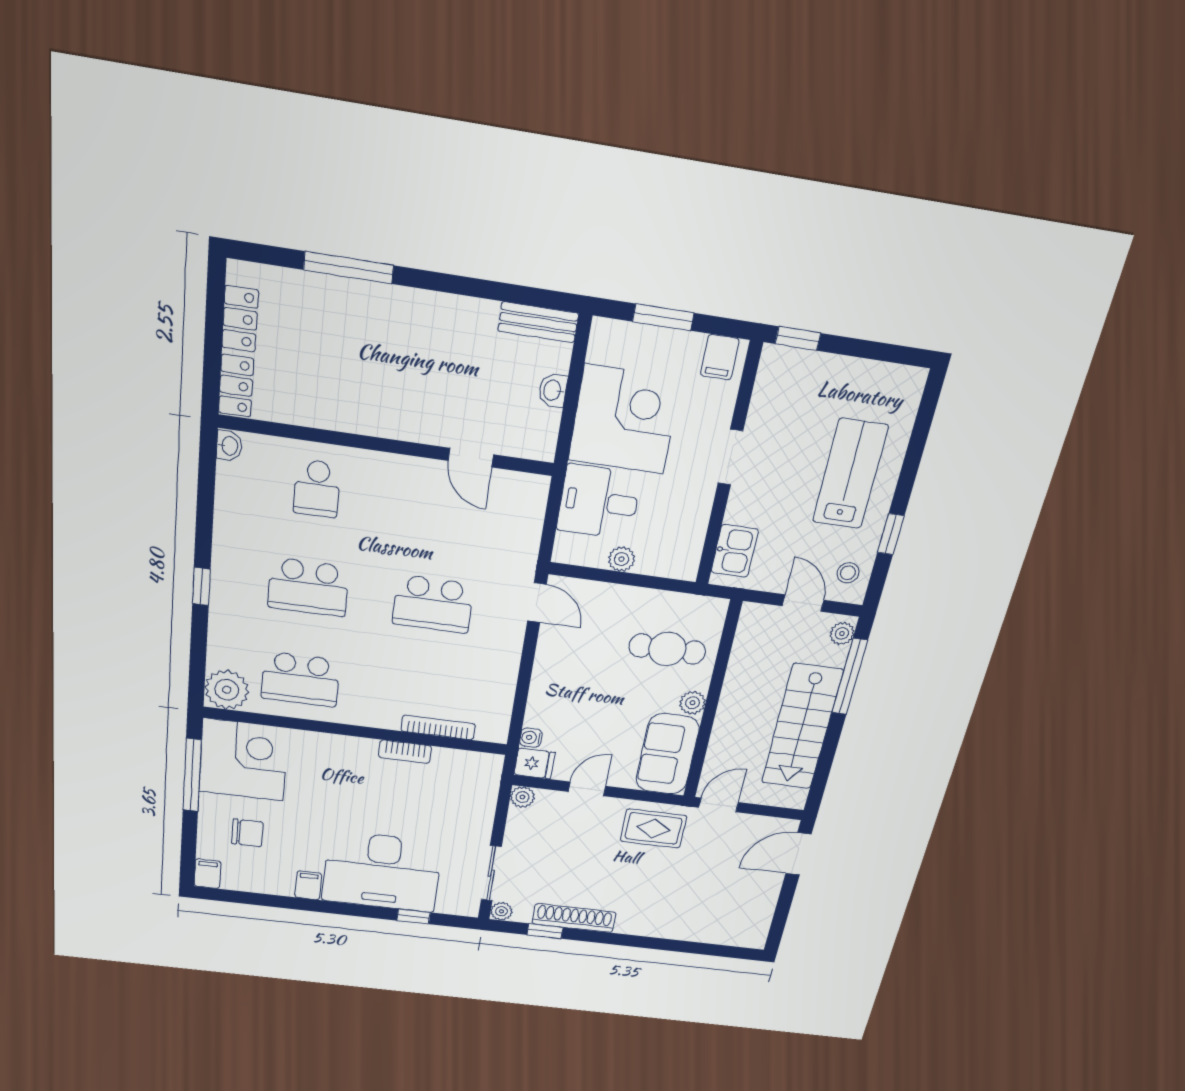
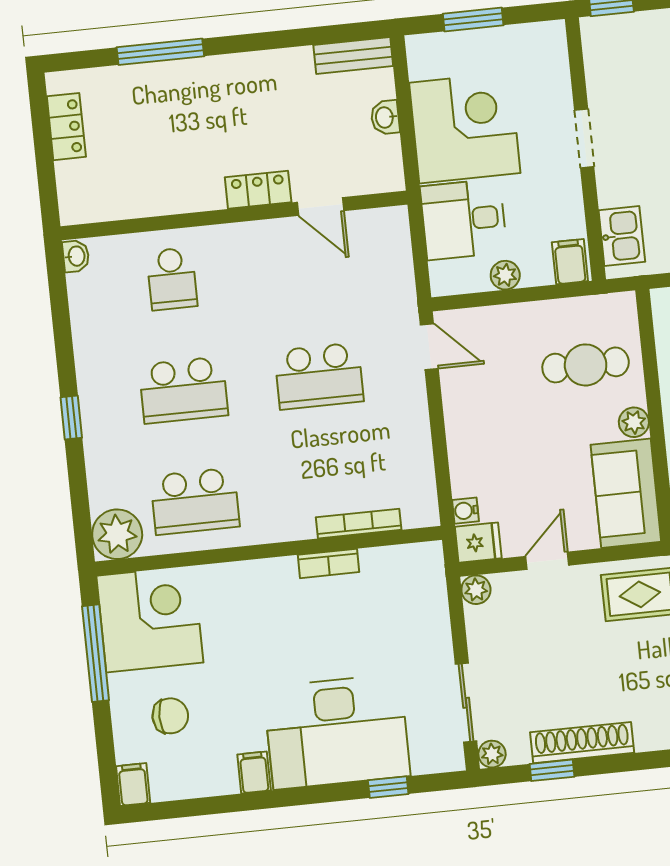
filing cabinet: (720, 357) -> (570, 262), moved, turned 180
locker: (236, 386) -> (258, 190), moved, turned -90

